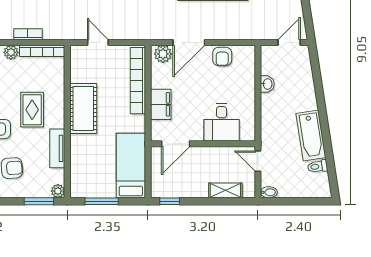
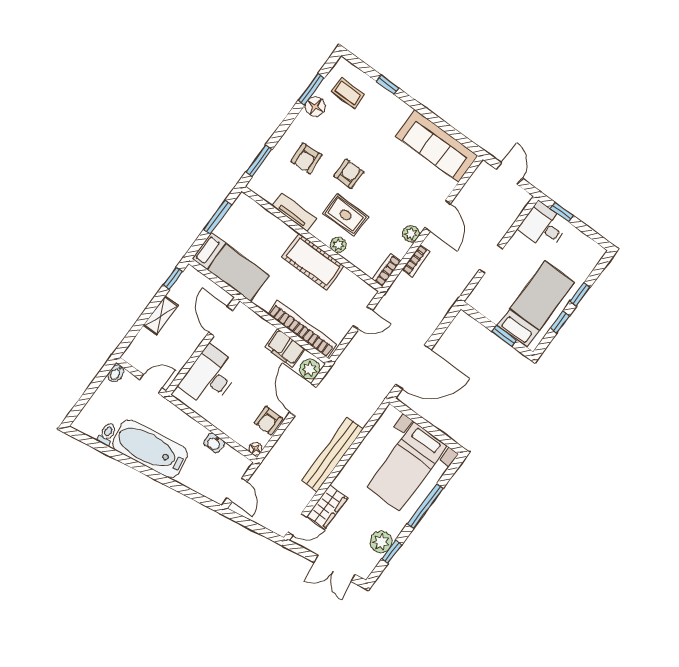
bookcase: (42, 51) -> (386, 270), width x0.64
floor lamp: (250, 51) -> (256, 449), added
armchair: (222, 56) -> (268, 421), turned -90
filing cabinet: (161, 104) -> (285, 348), moved
desk: (222, 122) -> (210, 377), width x1.37
bathtub: (311, 136) -> (150, 449), width x1.36, depth x1.36
shelving: (225, 190) -> (161, 315), moved
plant: (58, 191) -> (338, 245), moved

